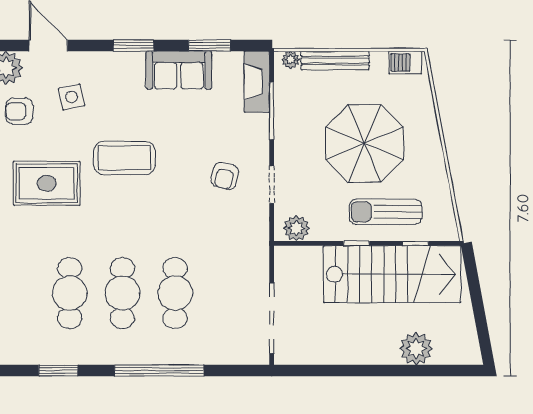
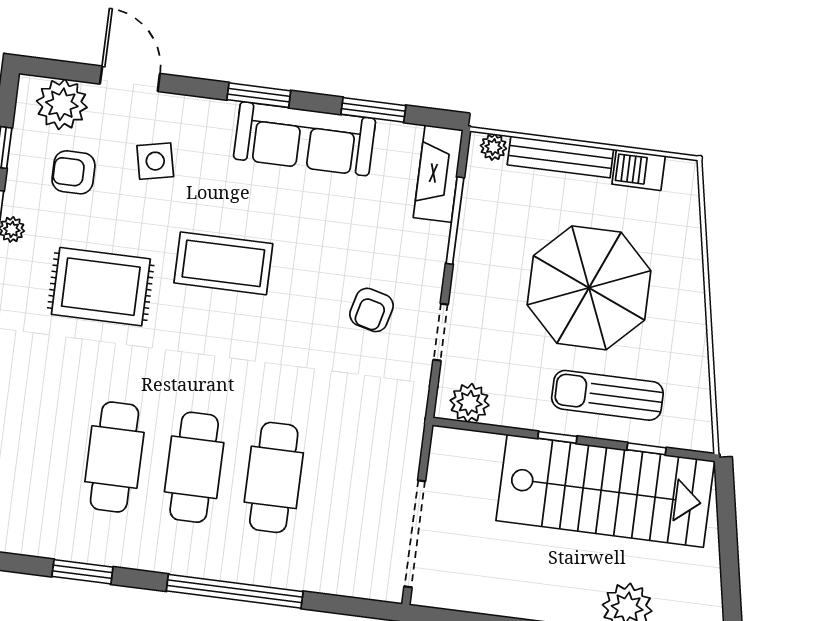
barbecue: (405, 63) -> (639, 170), moved
sofa: (179, 70) -> (305, 139), width x1.36

